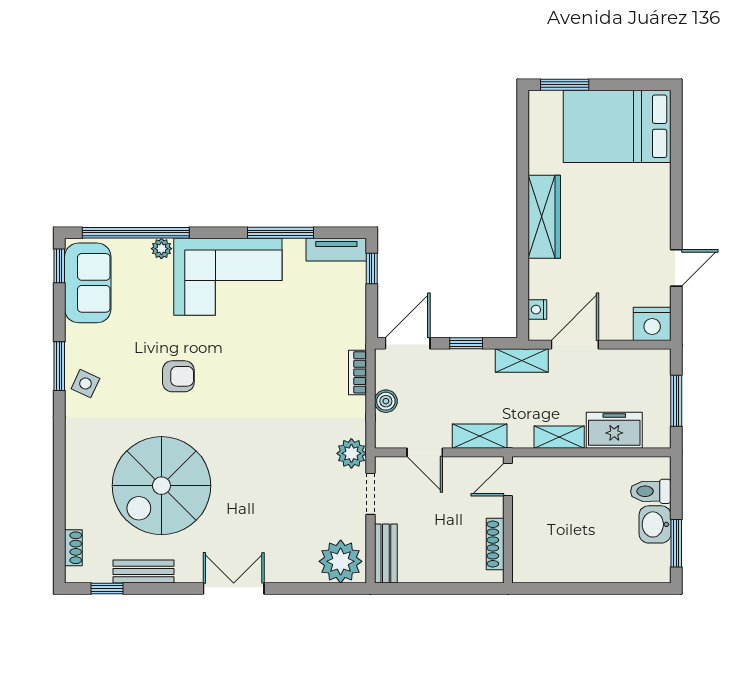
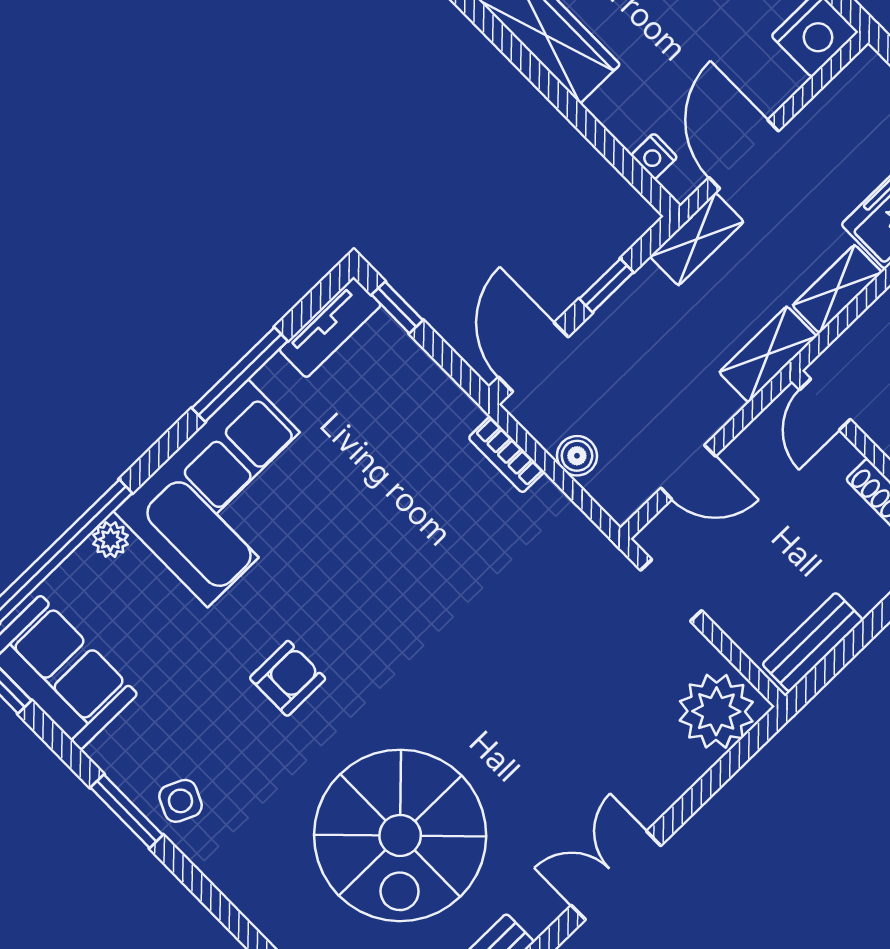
shelving: (480, 436) -> (768, 354), moved
plant: (351, 453) -> (598, 563), removed
bench: (386, 553) -> (813, 642), moved, turned 90

